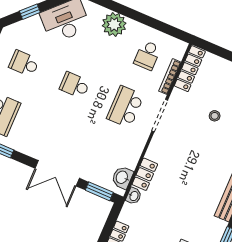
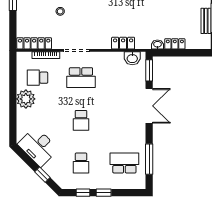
plant: (114, 25) -> (26, 99), moved
school desk: (147, 55) -> (38, 78), turned 180
washbasin: (134, 196) -> (157, 45), moved

